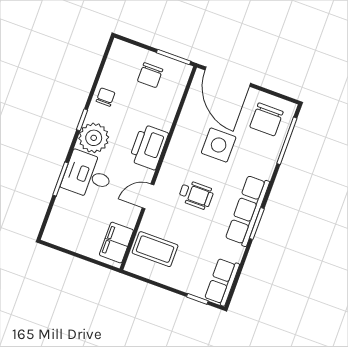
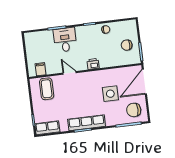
plant: (94, 138) -> (84, 34), removed
printer: (149, 147) -> (93, 64), width x0.53, depth x0.68
wheelchair: (196, 195) -> (82, 95), removed
filing cabinet: (116, 243) -> (40, 69), width x0.50

